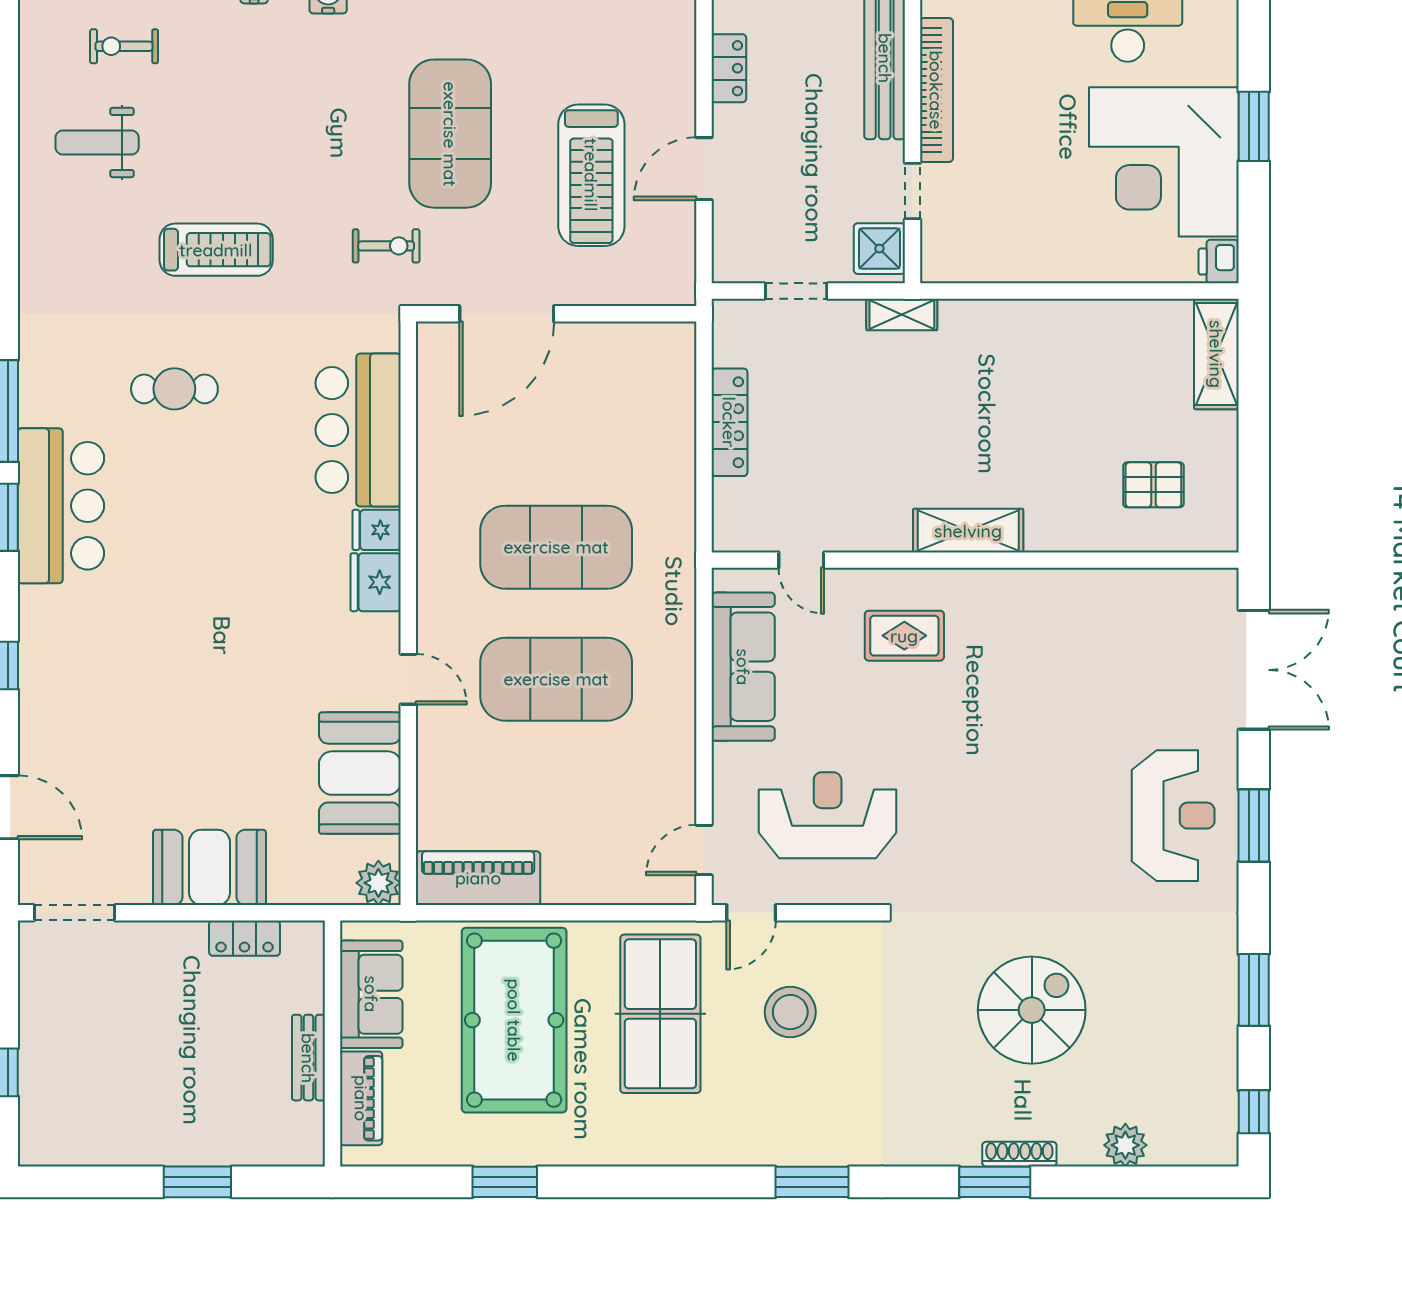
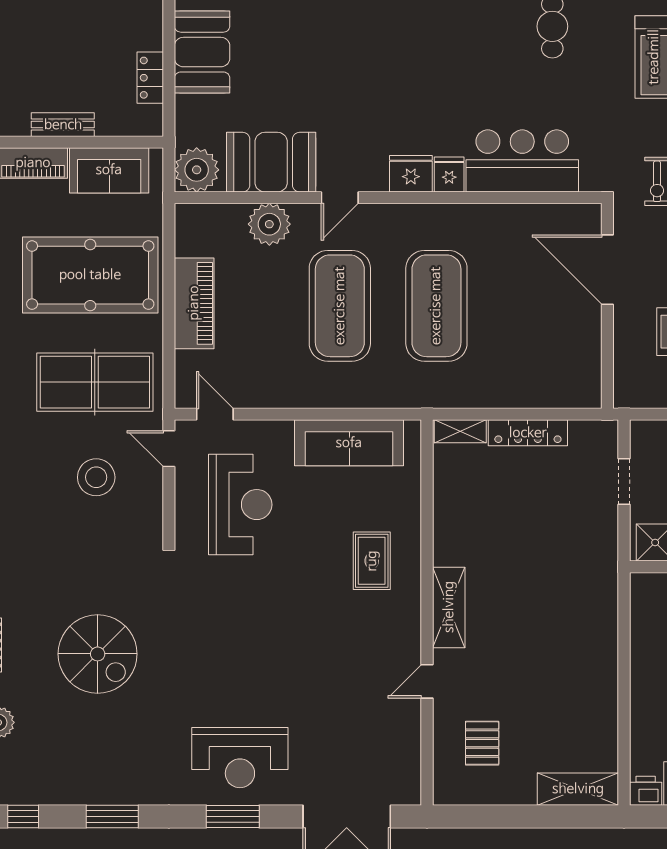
shelving: (902, 314) -> (460, 431), moved, turned 90
door: (801, 560) -> (427, 681), moved
plant: (445, 776) -> (269, 224), added
piano: (478, 878) -> (194, 303), moved
plant: (378, 883) -> (197, 170), width x1.36, depth x1.36

